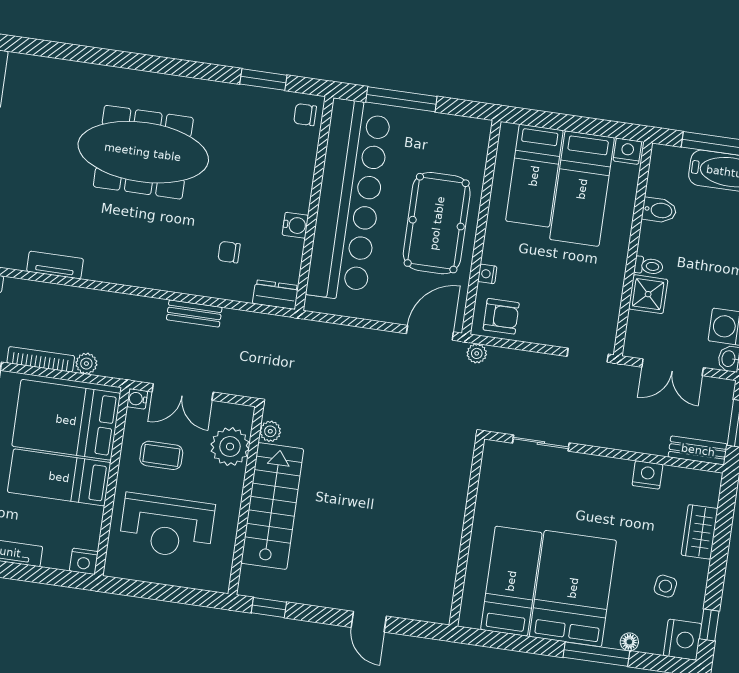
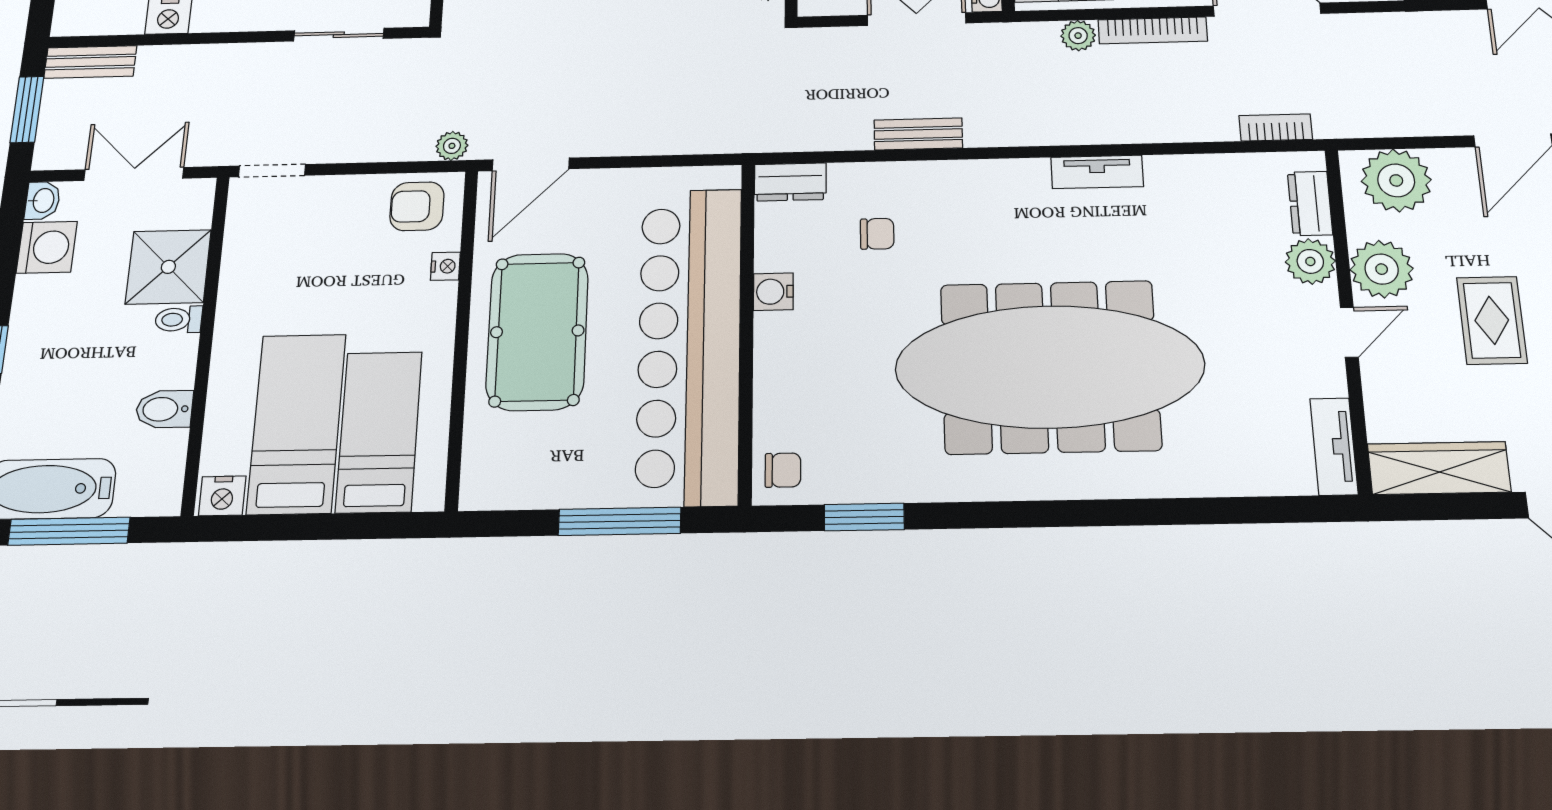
meeting table: (143, 152) -> (1050, 367), width x1.36, depth x1.27
tv unit: (55, 265) -> (1097, 172), moved
shower: (648, 294) -> (168, 267), width x1.36, depth x1.36

